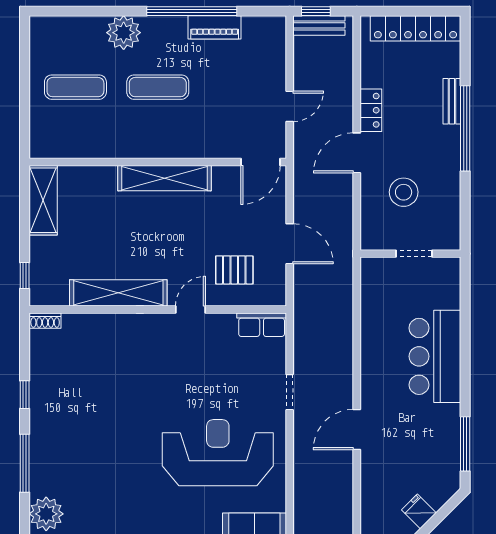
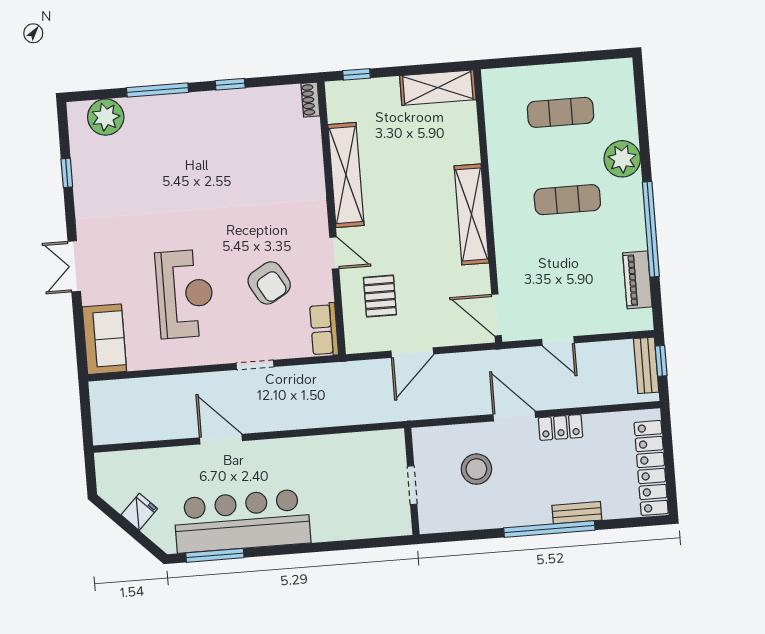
piano: (215, 27) -> (637, 280), moved
exercise mat: (75, 87) -> (560, 112), turned 90
exercise mat: (158, 87) -> (567, 200), turned 90
bar counter: (435, 356) -> (242, 521), moved, width x1.36
armchair: (214, 373) -> (269, 283), added
reception desk: (218, 453) -> (185, 294), width x0.74, depth x0.77

